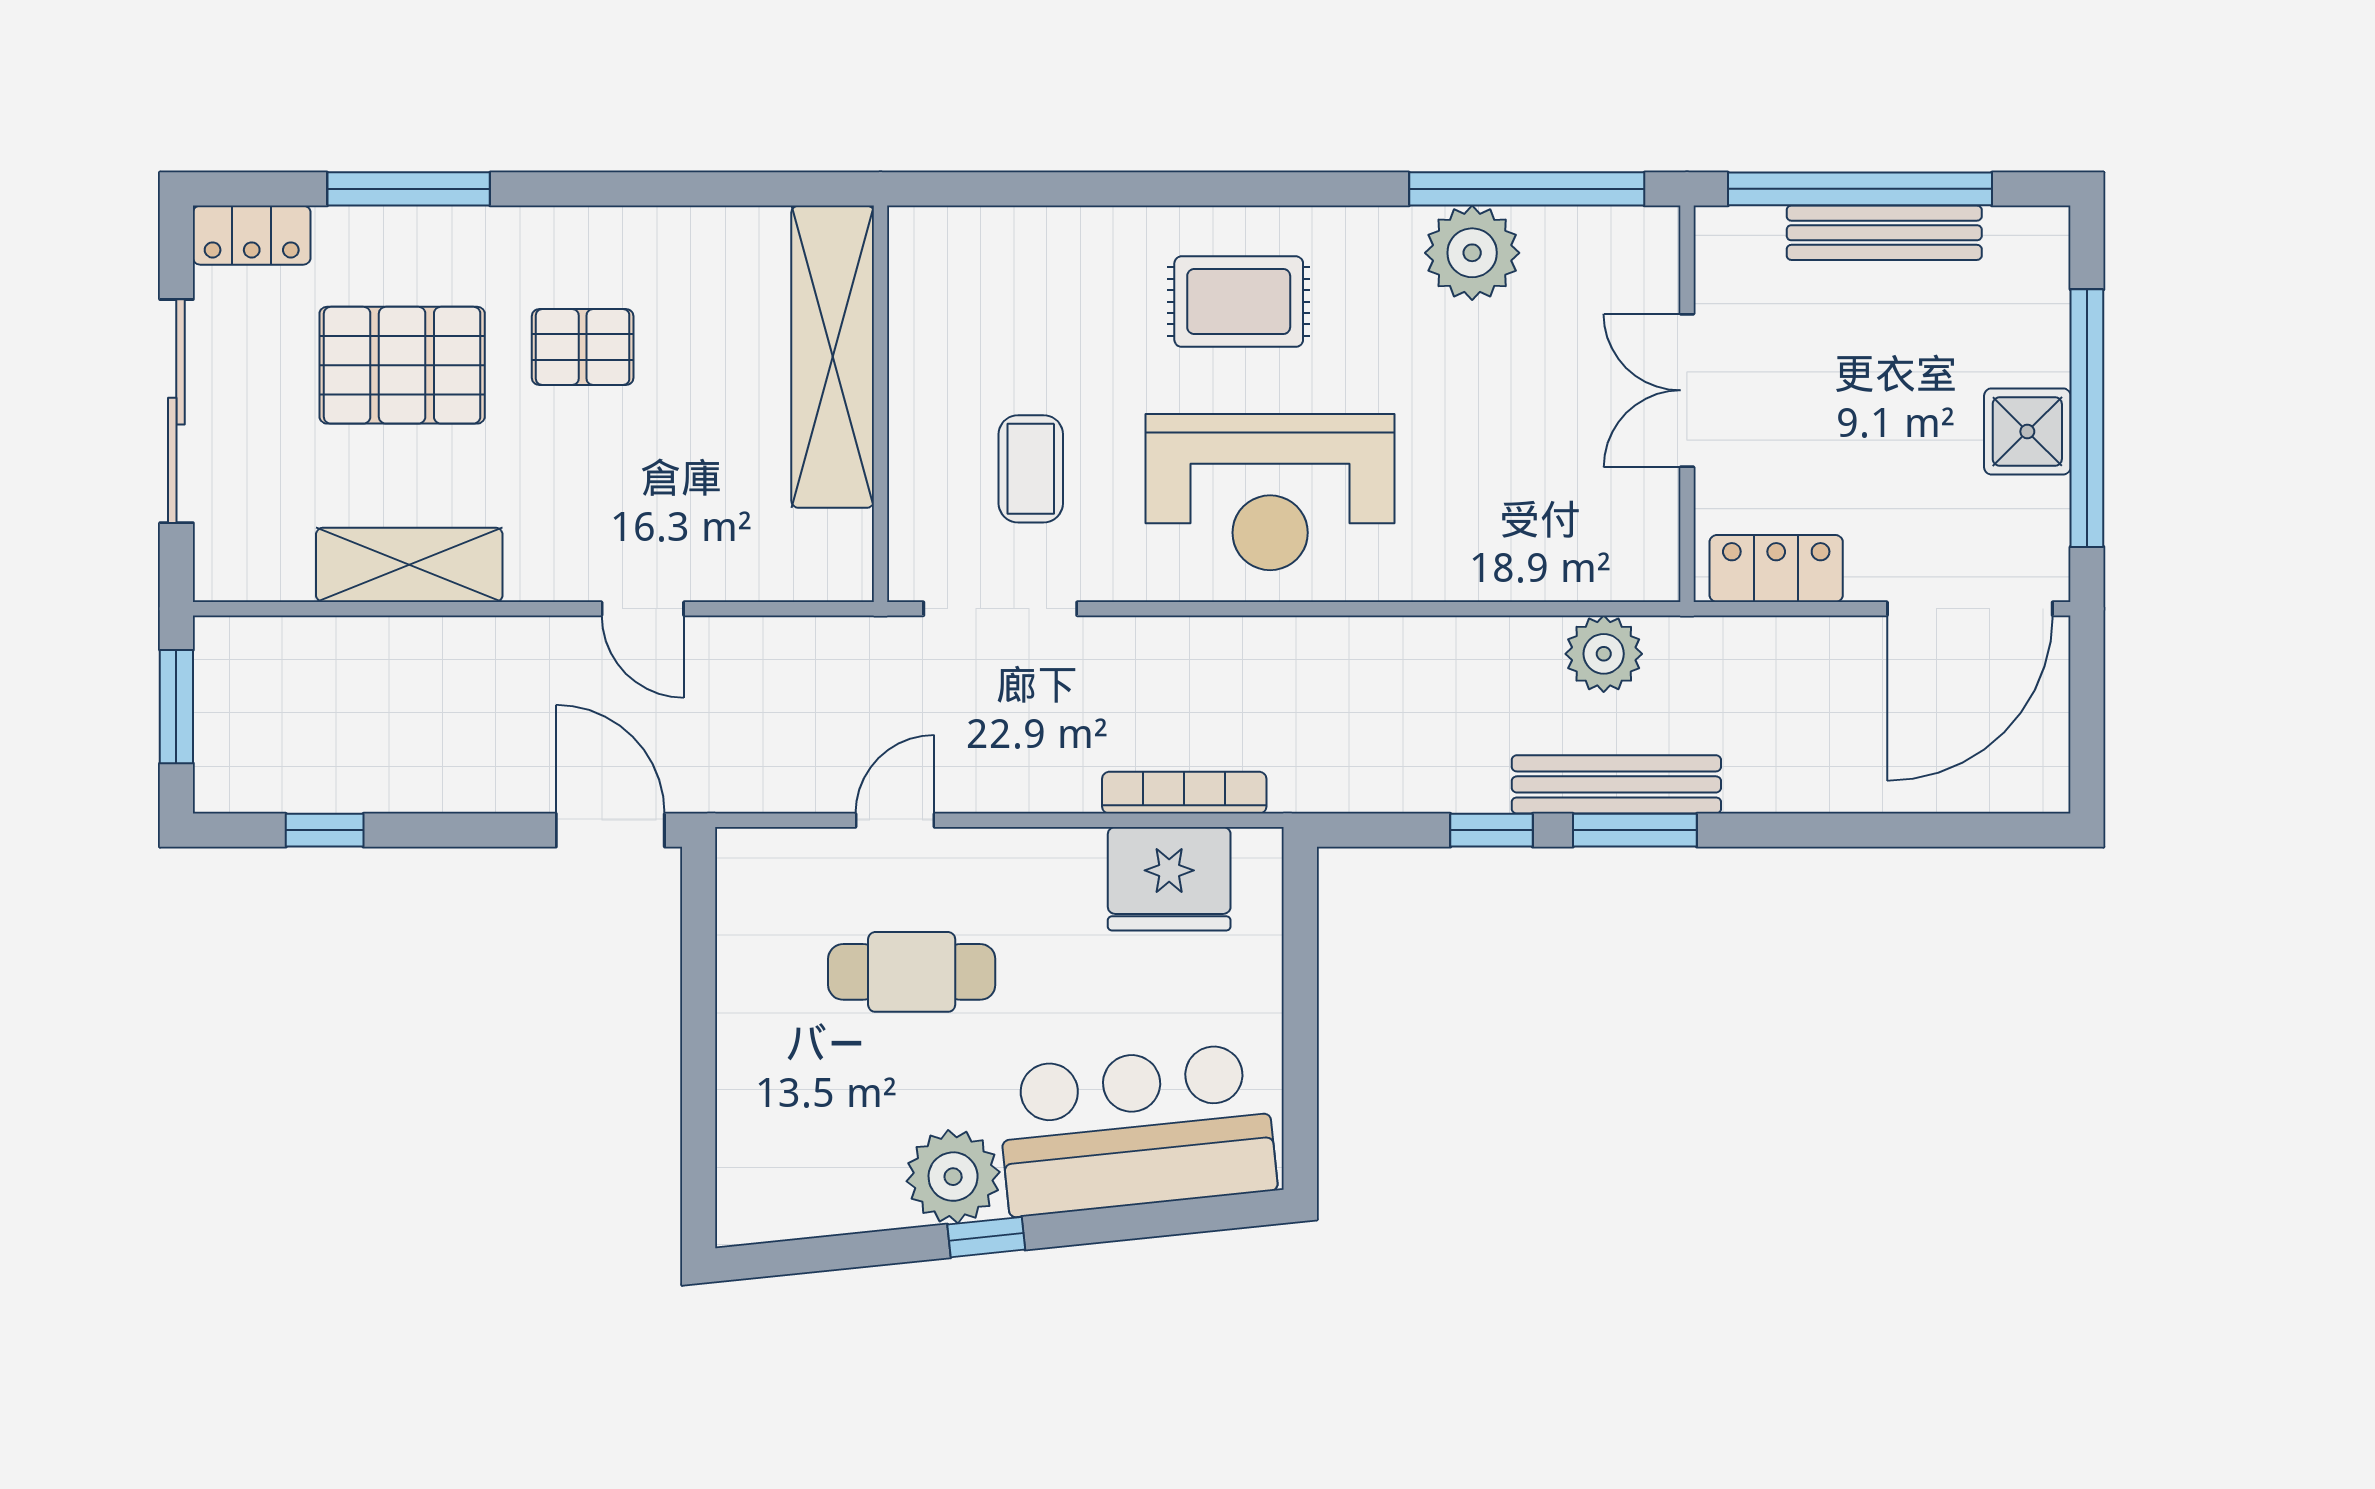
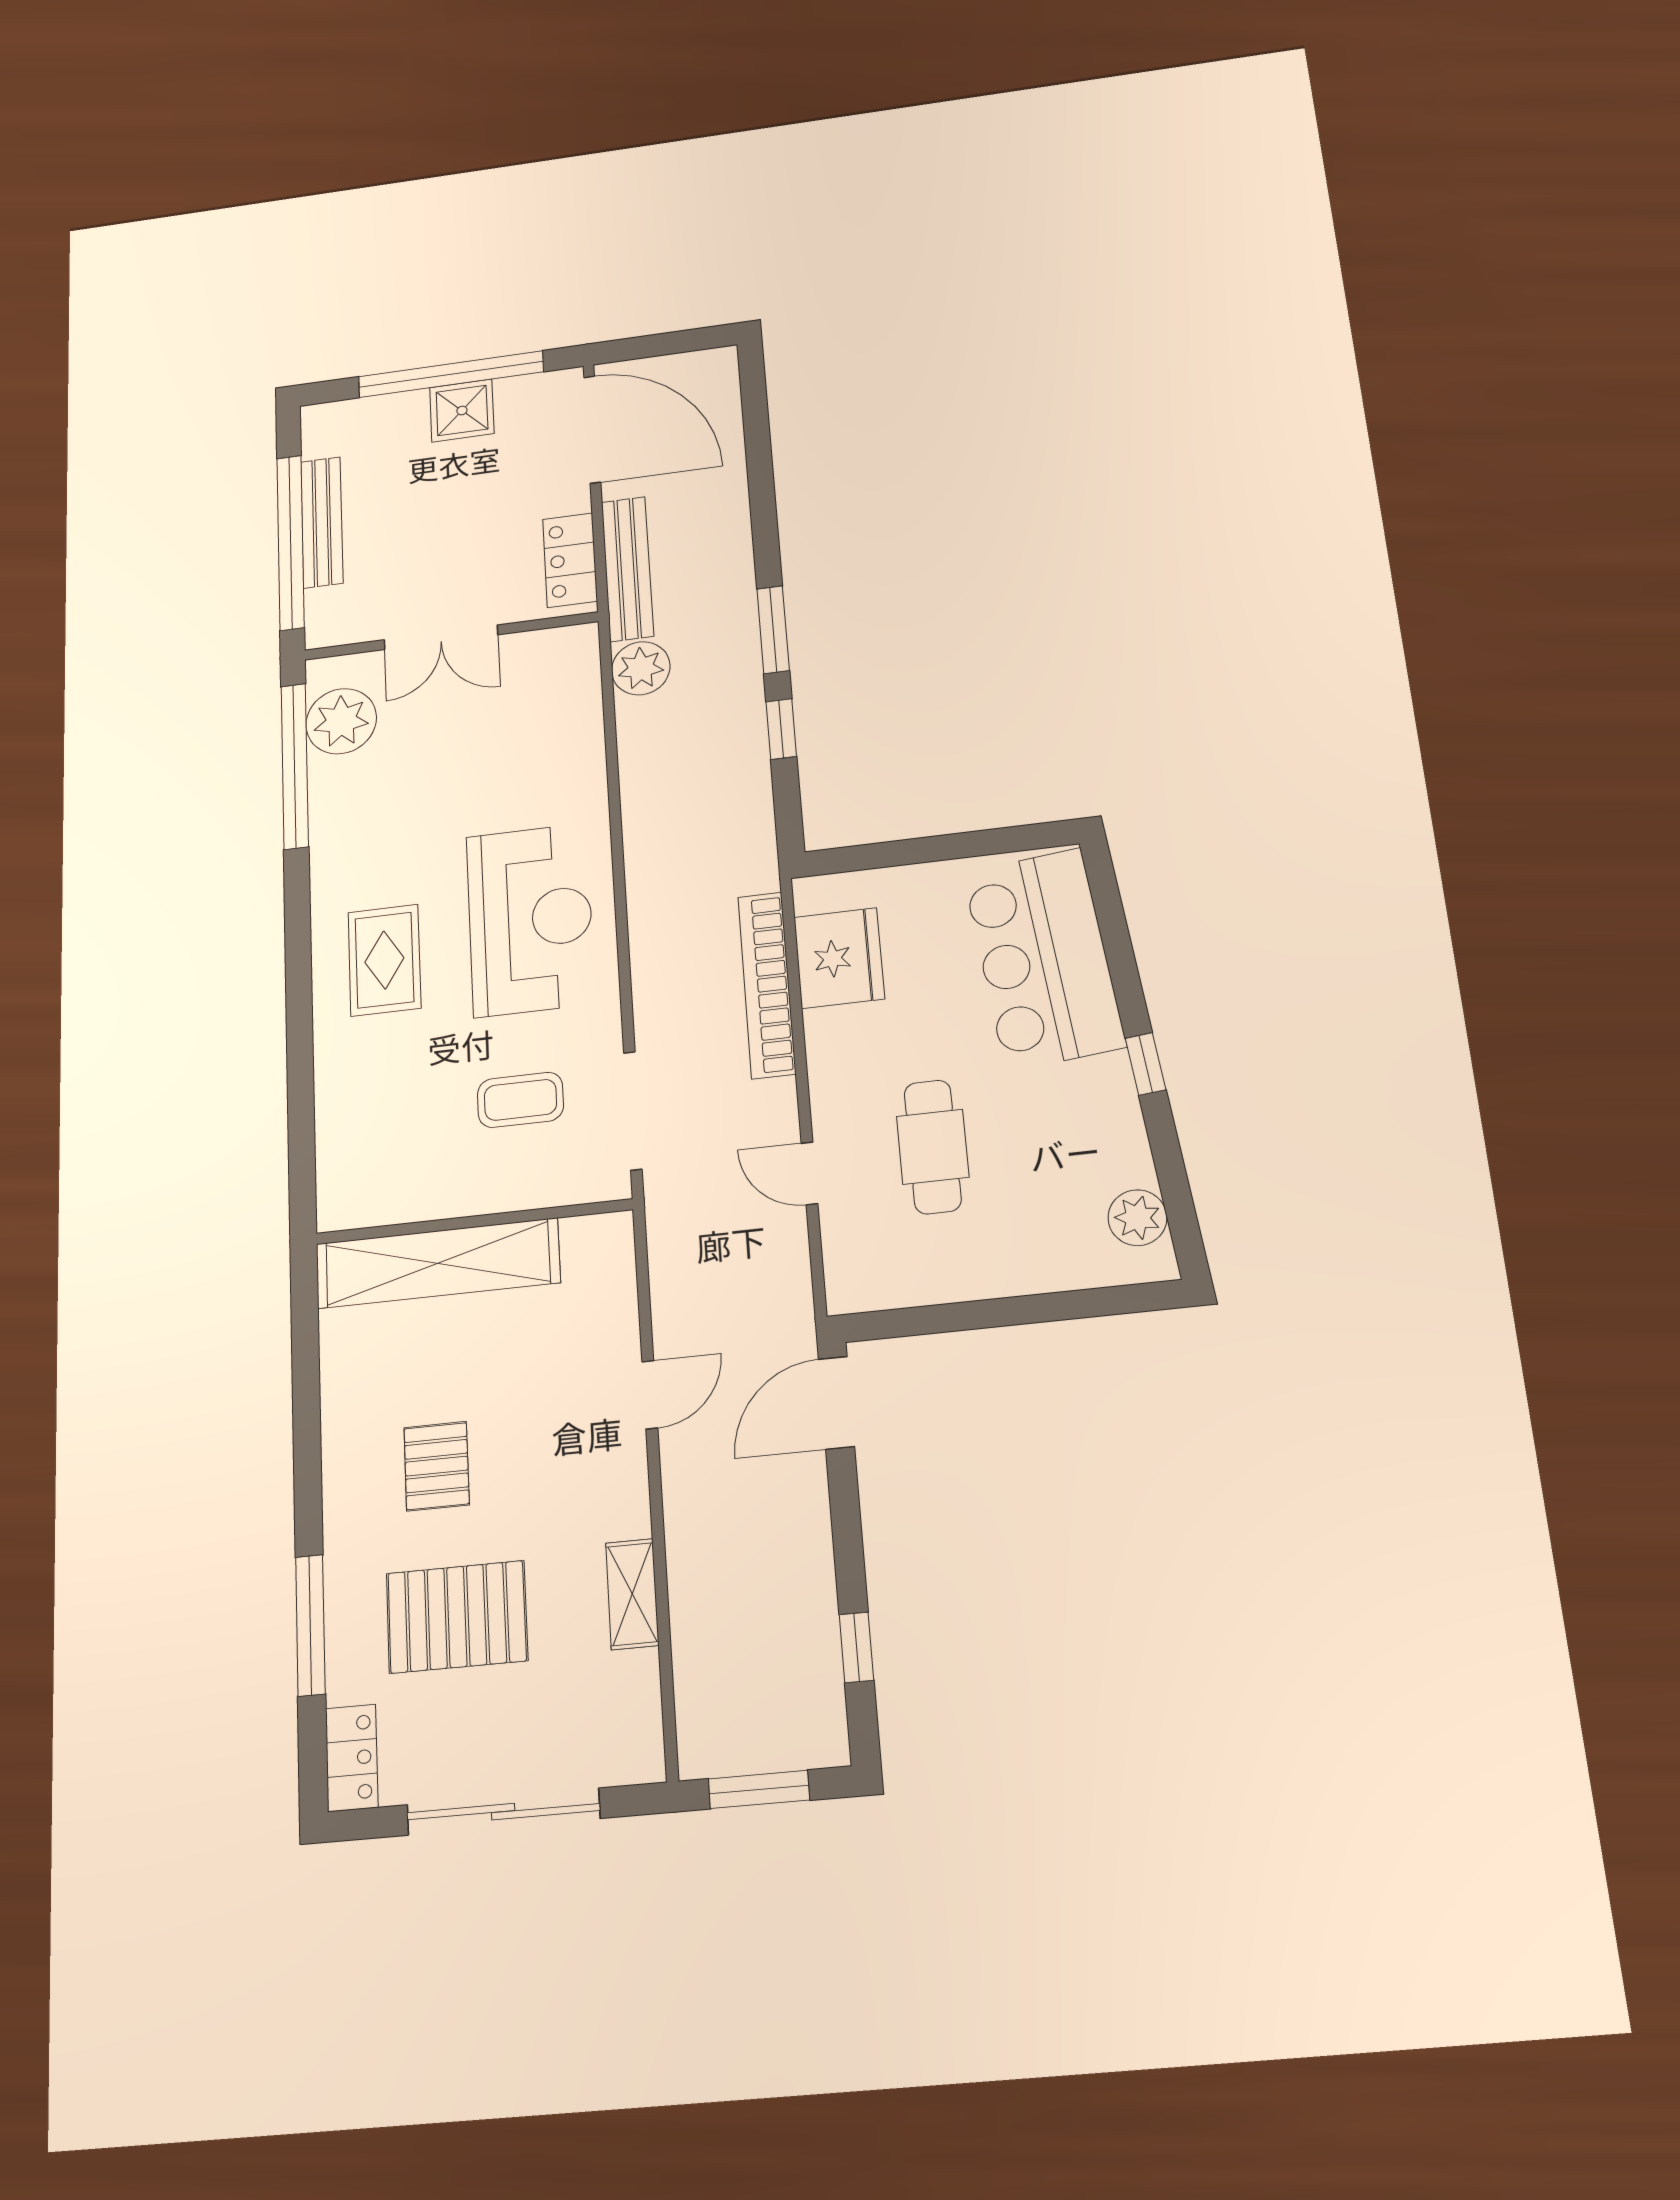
plant: (1472, 253) -> (341, 721), moved
pallet: (402, 365) -> (457, 1617), turned 90
shelving: (409, 565) -> (632, 1594), width x0.67, depth x0.75
bench: (1616, 784) -> (627, 569), moved
bookcase: (1184, 793) -> (767, 985), width x1.48, depth x1.31
plant: (953, 1177) -> (1137, 1218), moved, width x0.73, depth x0.73

